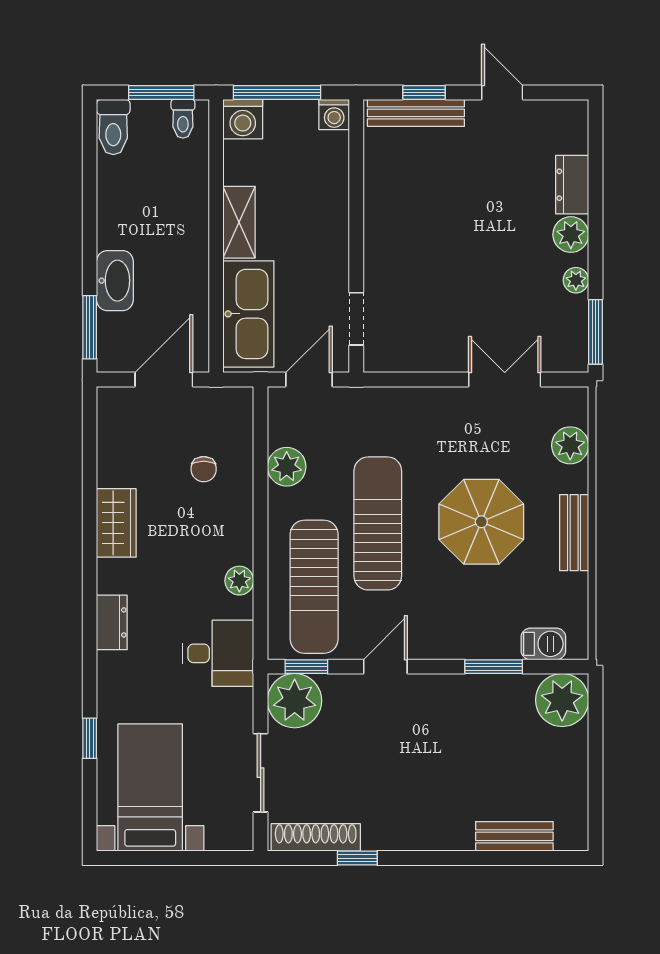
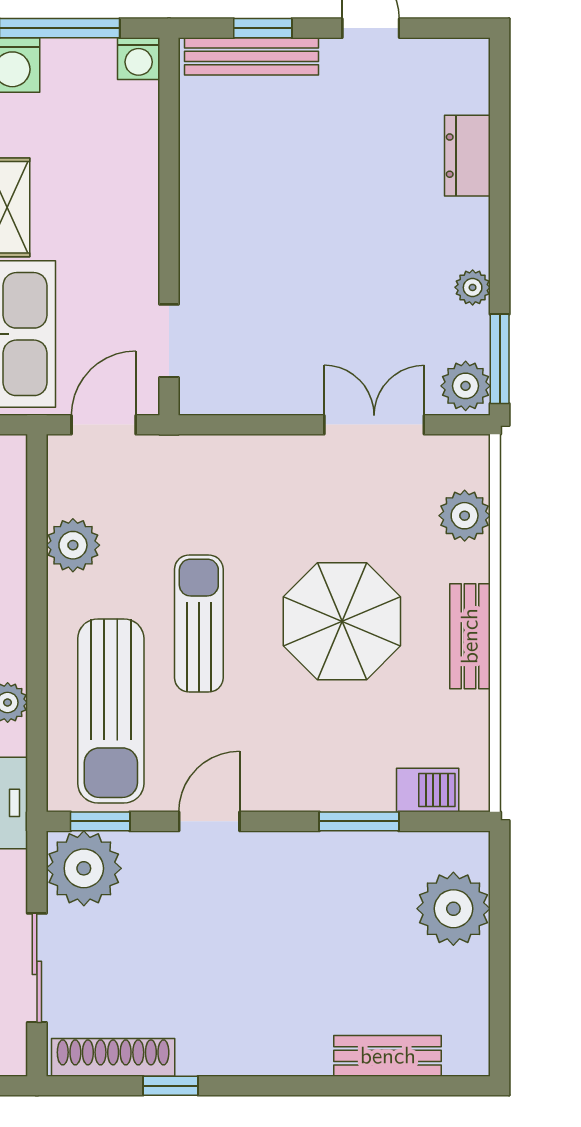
plant: (571, 235) -> (466, 386), moved
sun lounger: (378, 523) -> (199, 624), width x0.73, depth x0.75
plant: (562, 700) -> (453, 909), moved

